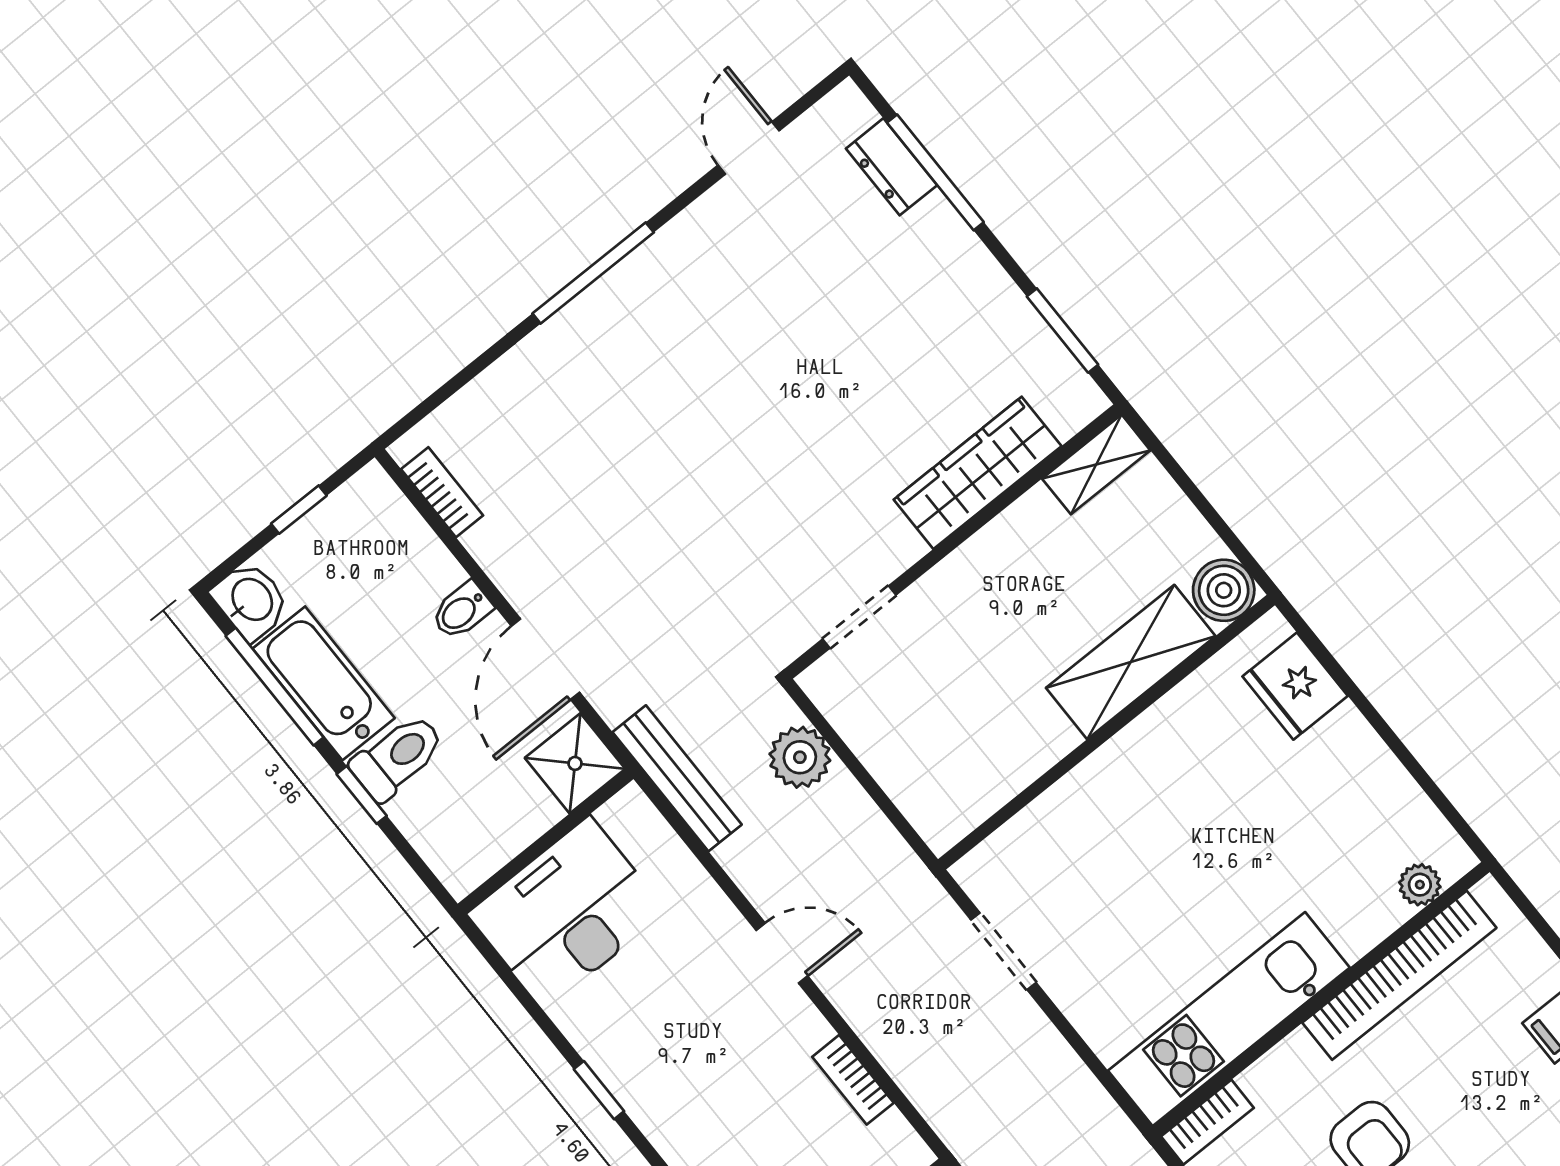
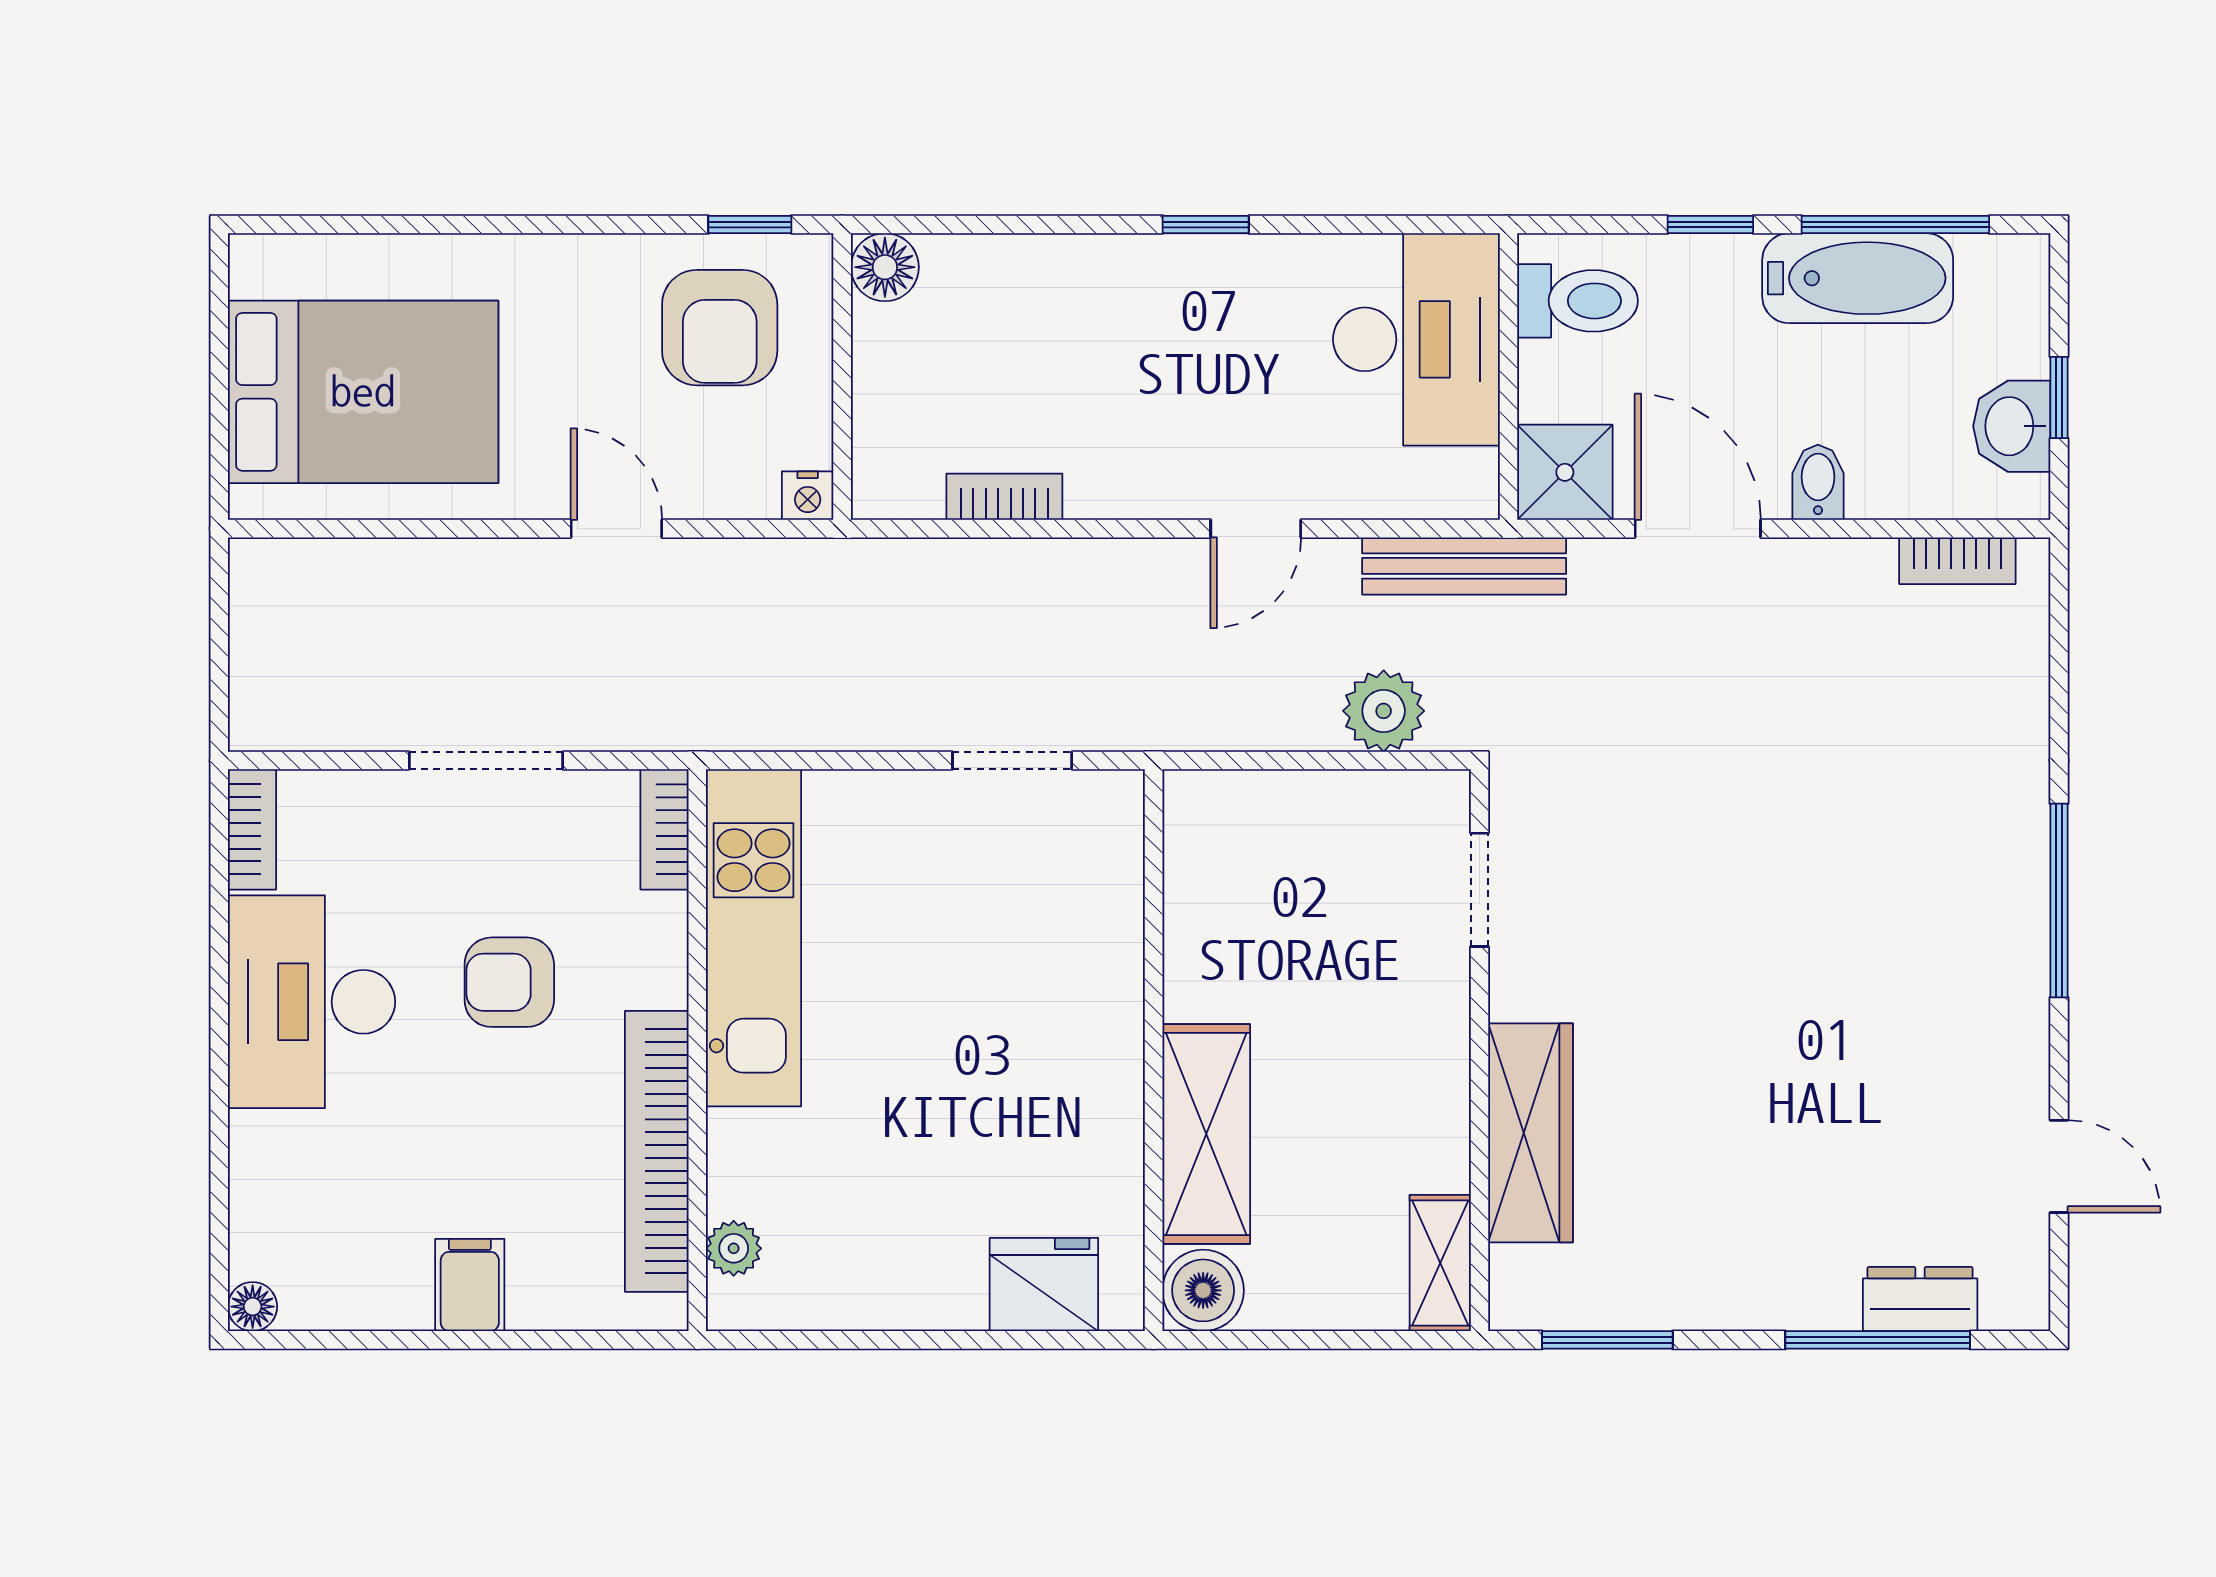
washbasin: (251, 600) -> (2012, 426), moved, turned 90
toilet: (398, 757) -> (1578, 301), moved, turned -90
door: (782, 953) -> (1256, 529), moved

